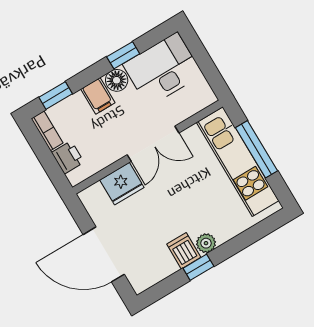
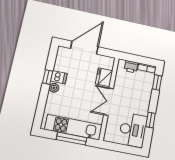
floor lamp: (117, 80) -> (144, 109), removed
filing cabinet: (98, 96) -> (144, 97), removed

